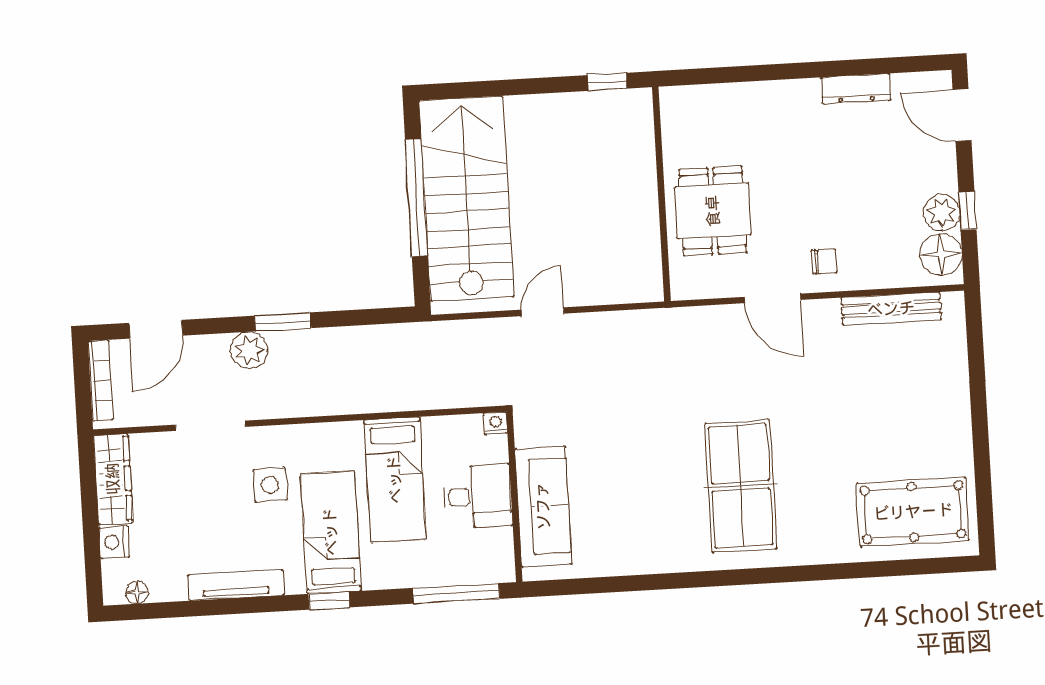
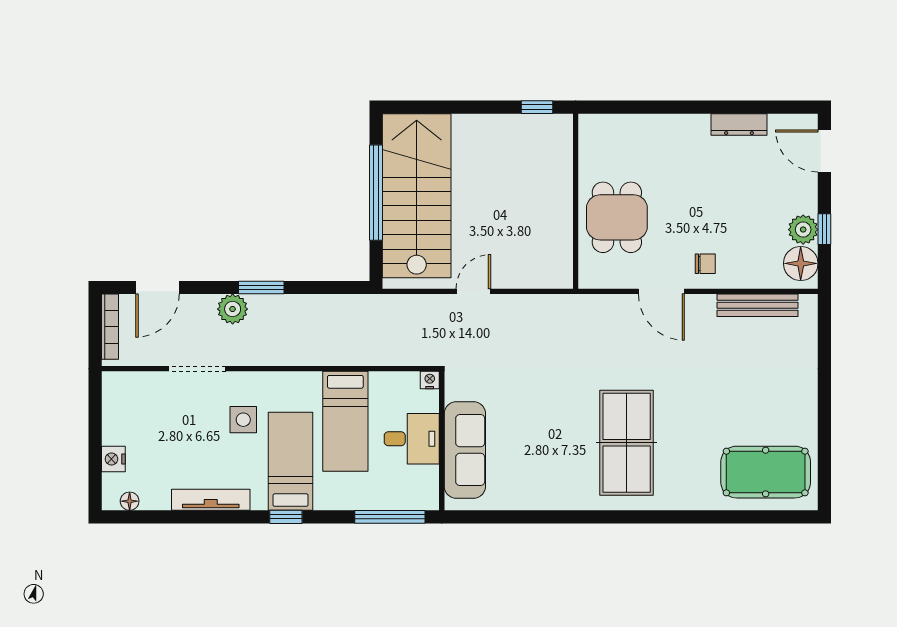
wardrobe: (113, 479) -> (116, 408), removed

